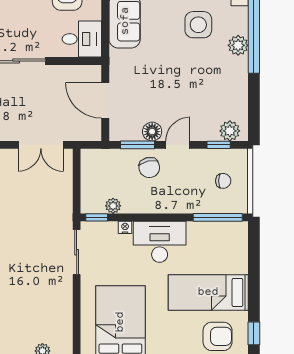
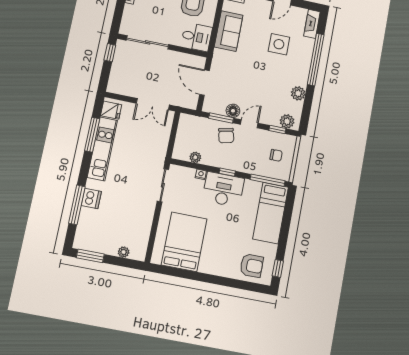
plant: (238, 45) -> (298, 93), moved
window: (97, 217) -> (227, 172), moved
bed: (208, 292) -> (271, 213), moved, turned -90

